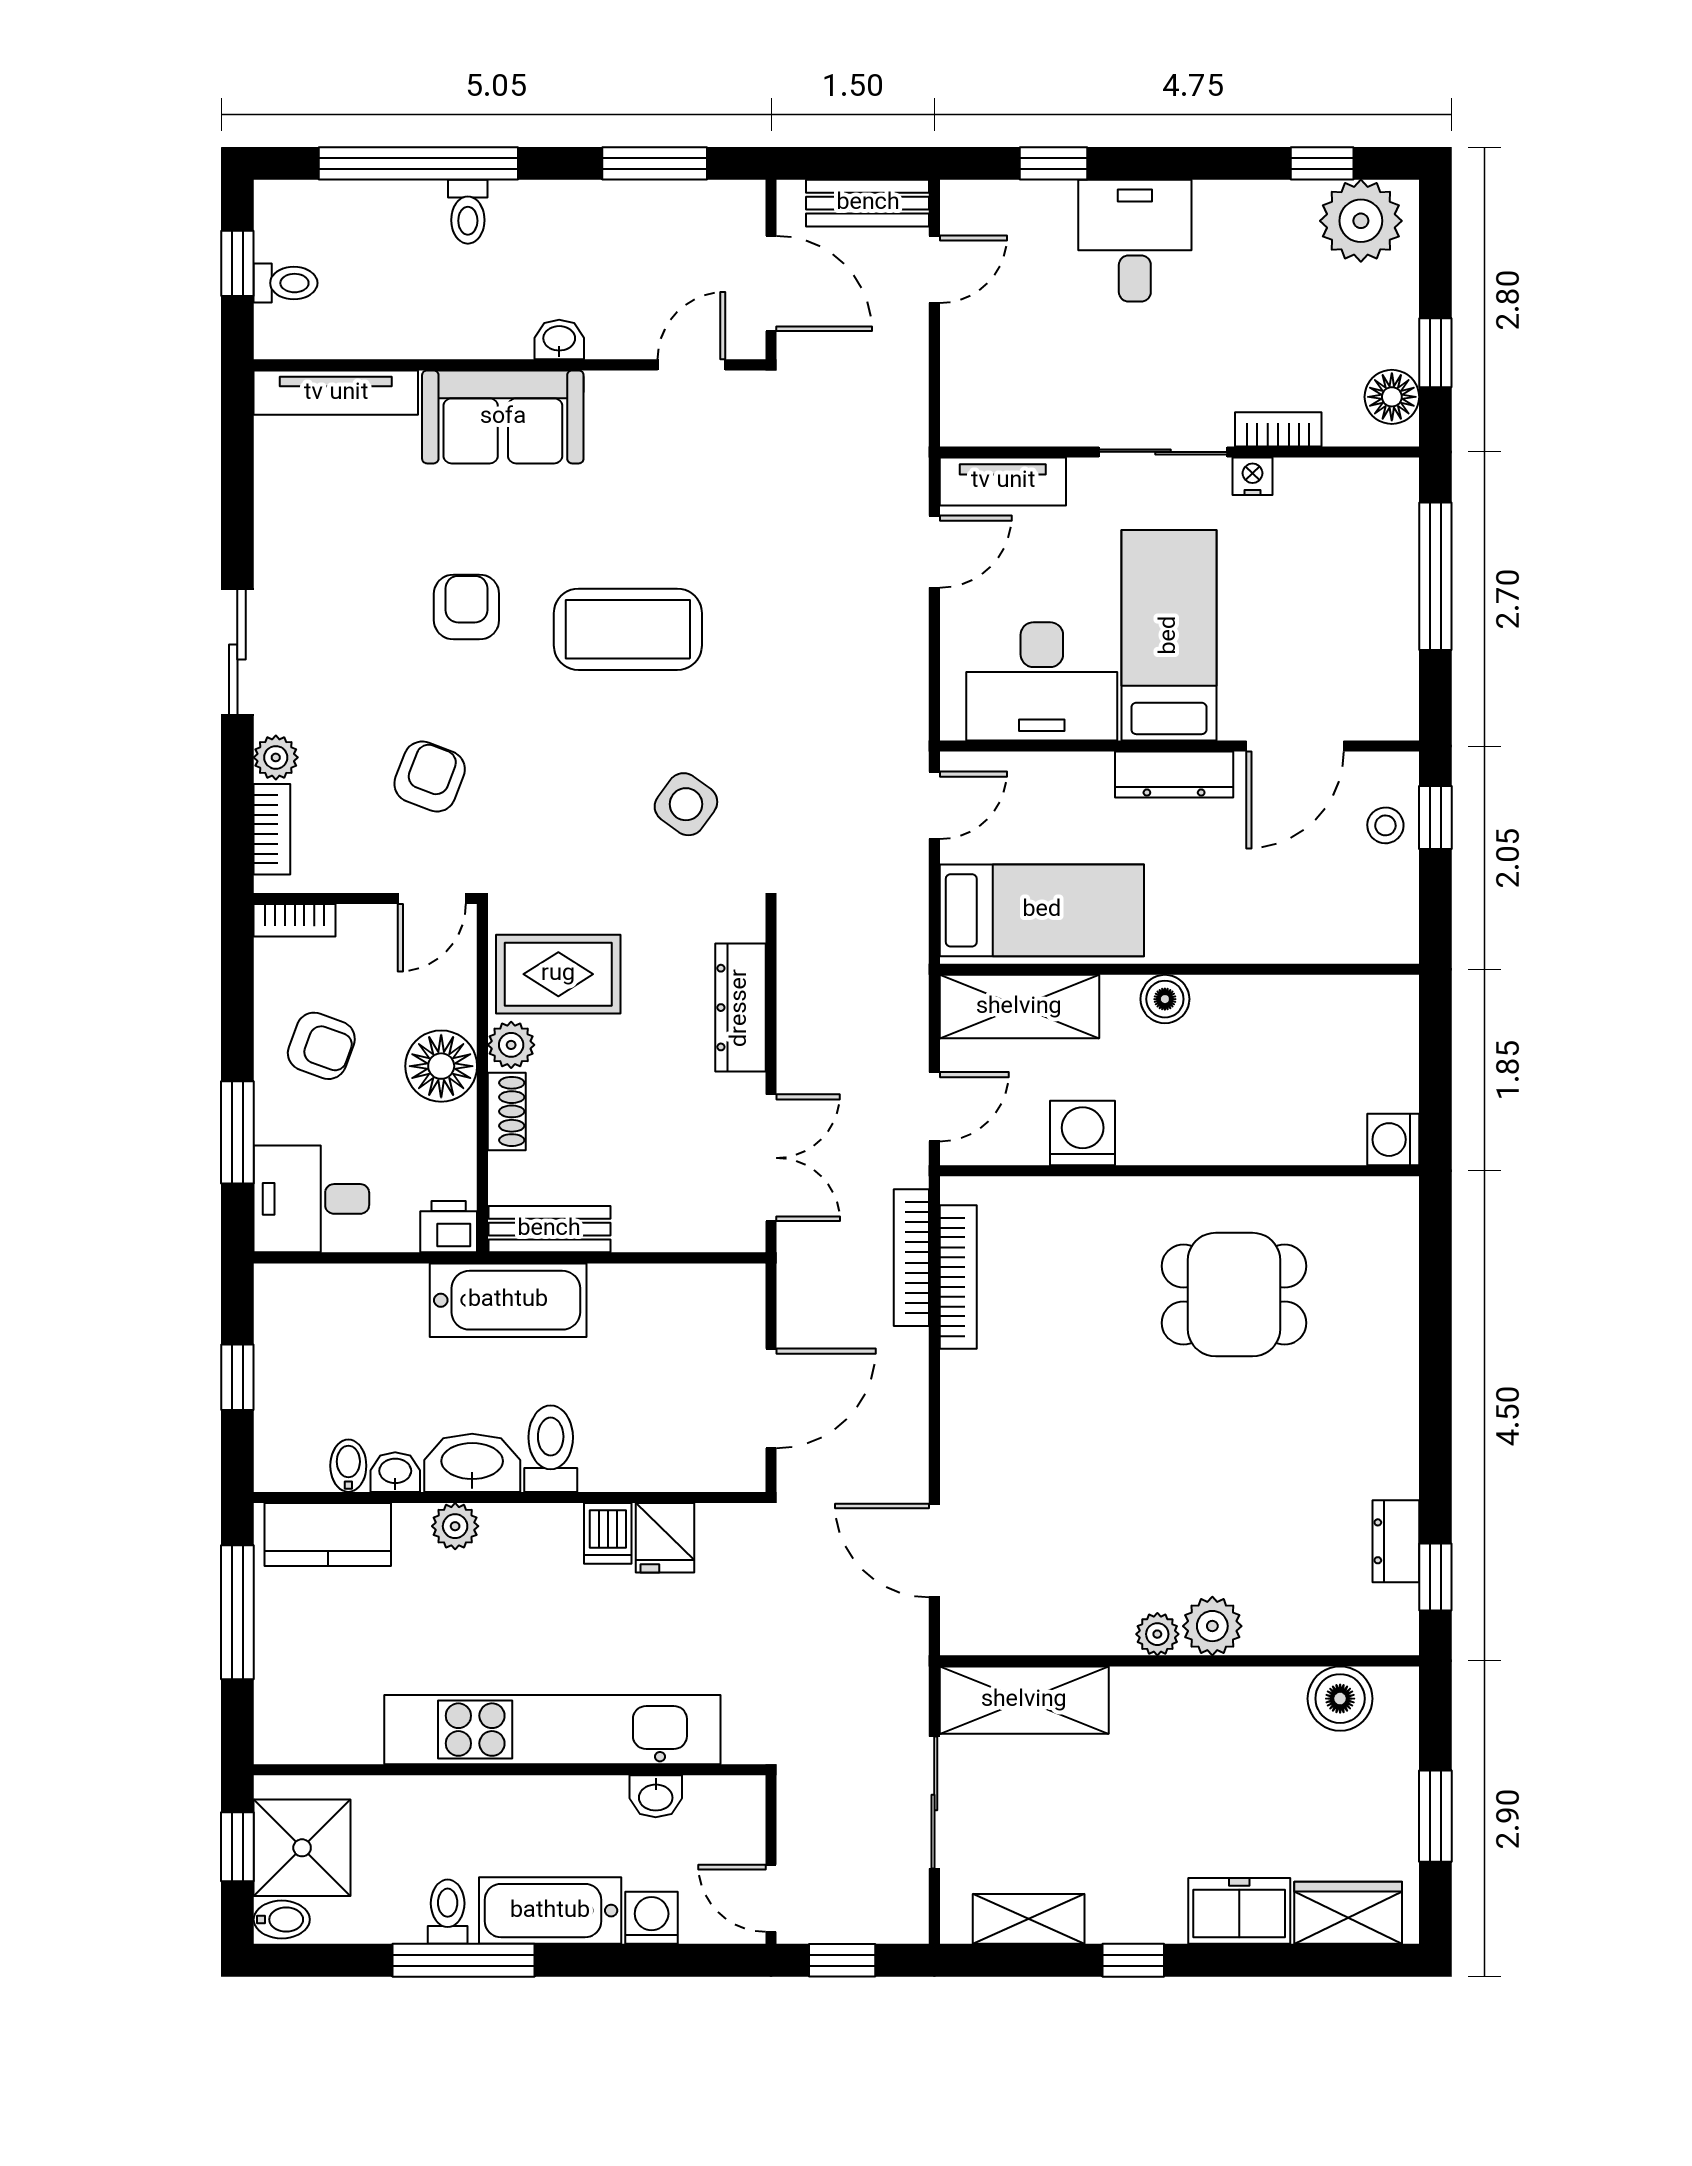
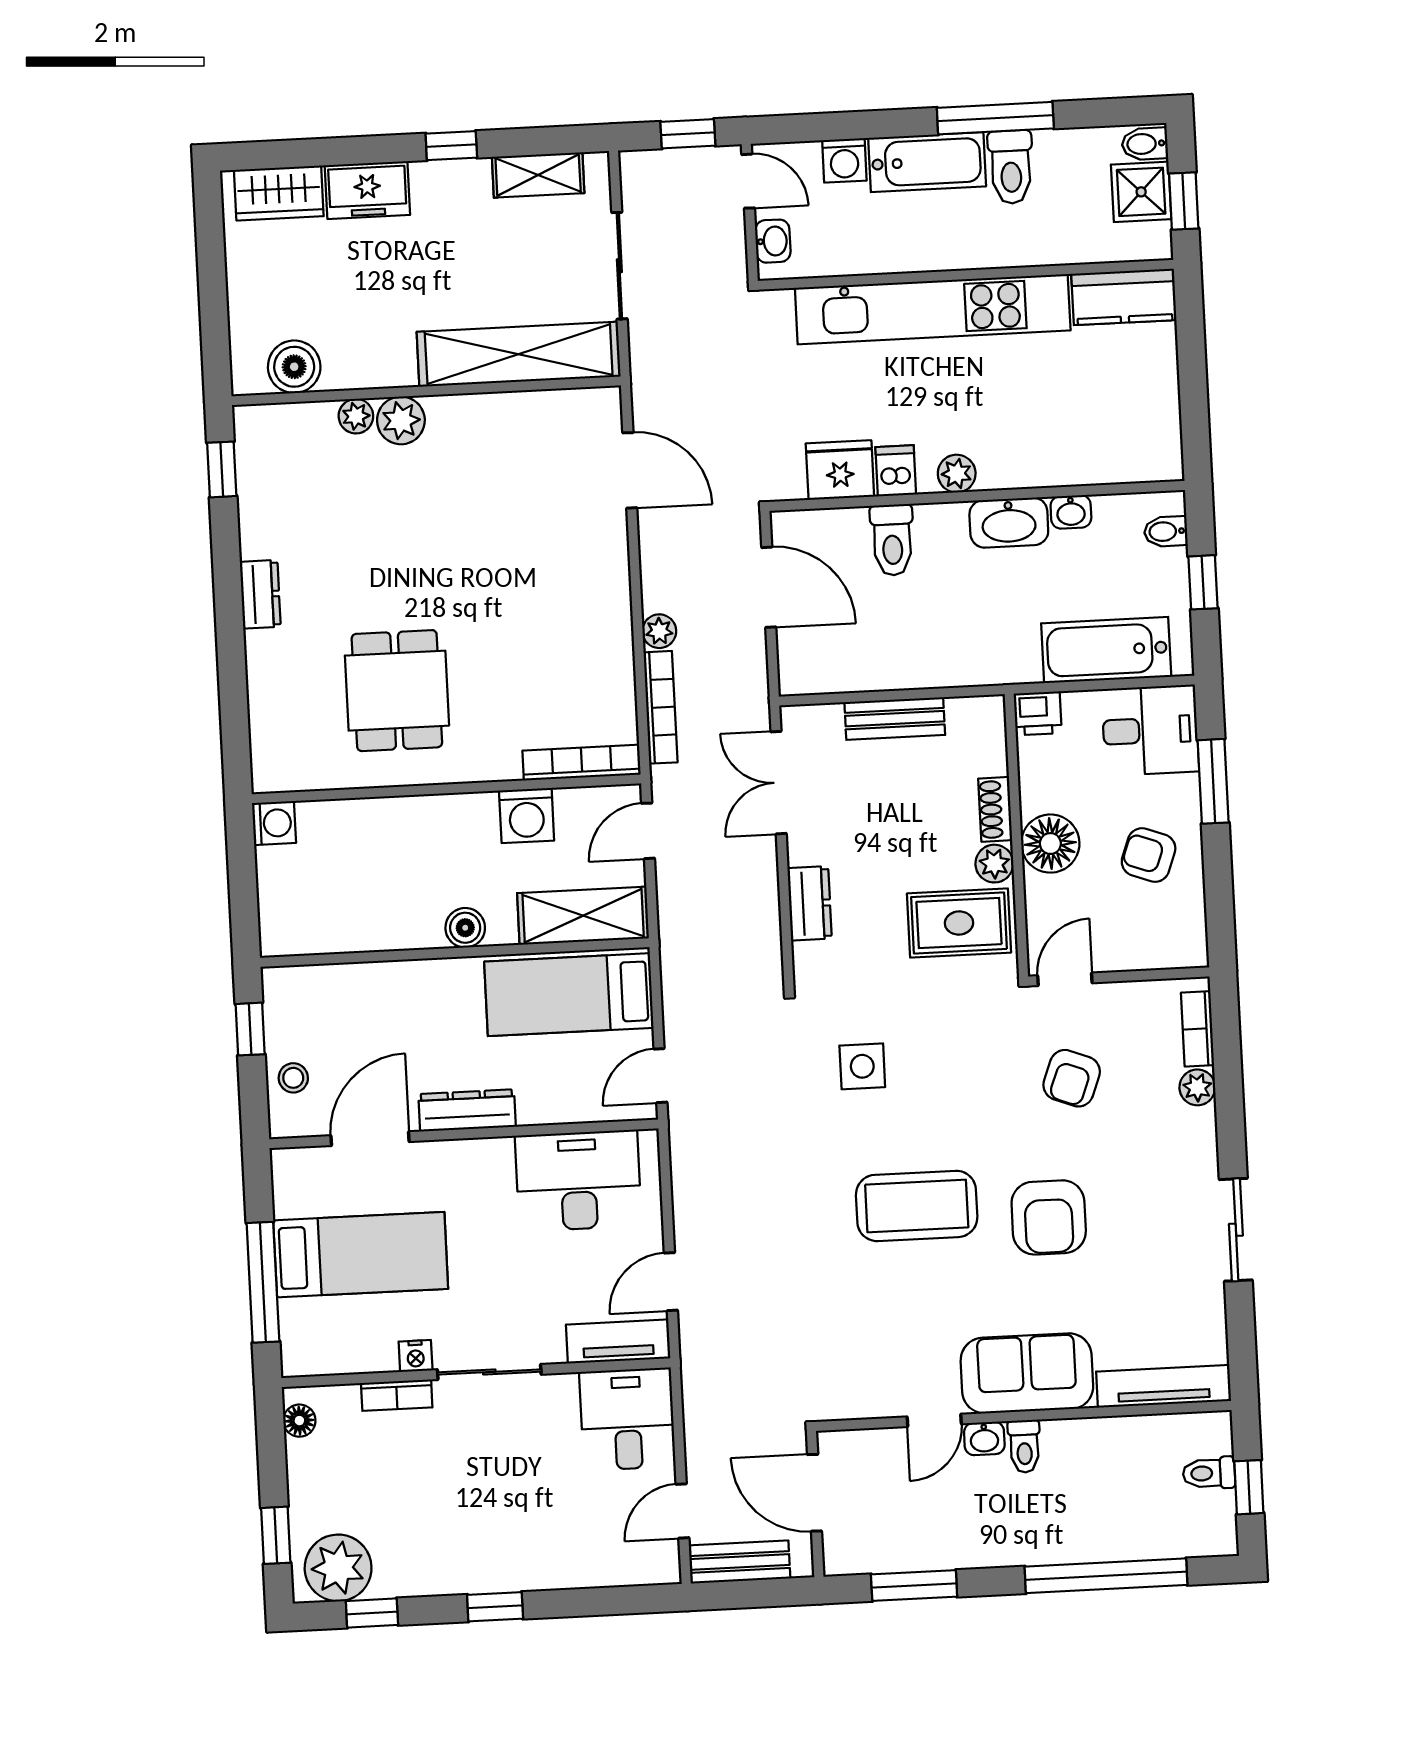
window: (1053, 163) -> (495, 1607), moved
toilet: (468, 212) -> (1024, 1446), moved, turned 180
desk: (1135, 241) -> (627, 1419), moved, turned 180
window: (1435, 353) -> (276, 1535), moved
door: (691, 365) -> (934, 1420), moved
floor lamp: (1392, 397) -> (299, 1421), width x0.73, depth x0.73
armchair: (466, 607) -> (1049, 1217), width x1.38, depth x1.38
bed: (1169, 635) -> (361, 1255), moved, turned -90
sliding door: (237, 652) -> (1236, 1230), moved
side table: (686, 804) -> (862, 1066), turned -36
window: (1435, 818) -> (250, 1029), moved
bookcase: (295, 920) -> (1175, 956), removed
dresser: (740, 1008) -> (810, 903), width x0.70
bench: (549, 1229) -> (895, 719), moved
bookcase: (958, 1277) -> (582, 763), moved, turned 90
dining table: (1234, 1295) -> (397, 691), turned 90
bathtub: (508, 1300) -> (1106, 650), moved
plant: (908, 1351) -> (659, 631), added
door: (771, 1398) -> (769, 587), swing flipped
toilet: (551, 1449) -> (892, 540), moved
bidet: (348, 1466) -> (1166, 531), moved, turned 90
plant: (455, 1526) -> (957, 474), moved
kitchen counter: (328, 1535) -> (1124, 297), moved, turned 180
fridge: (665, 1538) -> (840, 470), width x1.38
dresser: (1396, 1541) -> (260, 594), moved
window: (237, 1612) -> (1193, 392), removed
plant: (1157, 1634) -> (356, 416), moved
shelving: (1024, 1700) -> (519, 354), width x1.47
washbasin: (656, 1796) -> (773, 241), moved, turned 90
window: (1435, 1816) -> (212, 275), removed
shower: (302, 1848) -> (1141, 192), width x0.73, depth x0.73
toilet: (448, 1912) -> (1011, 167), width x1.37, depth x1.39

